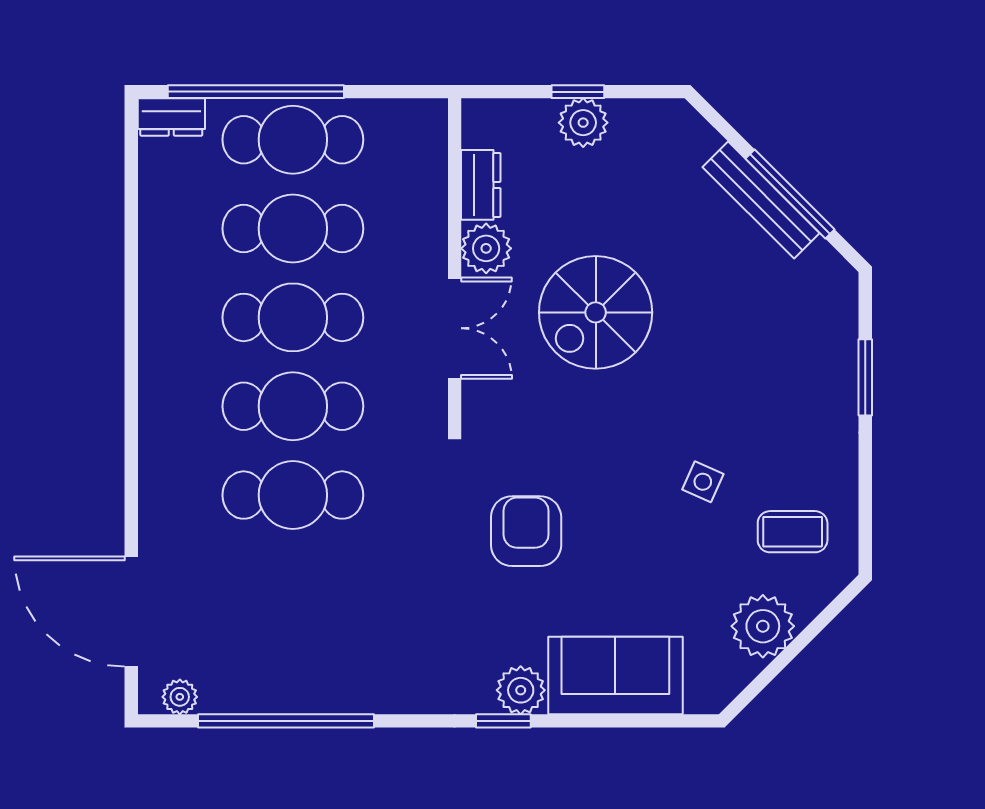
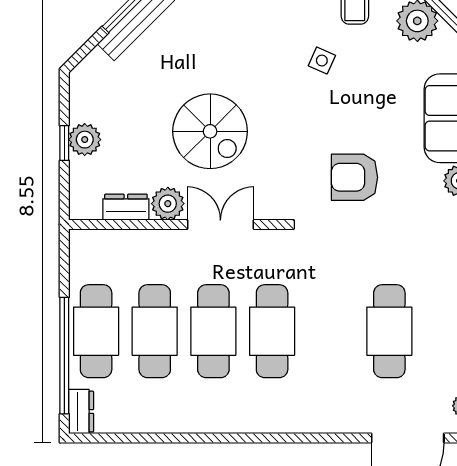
cafe table: (293, 495) -> (389, 331), moved

